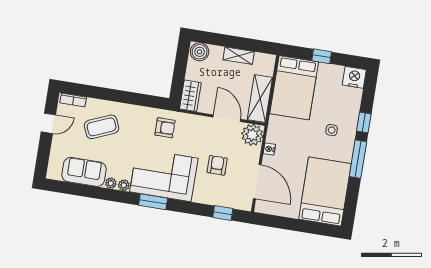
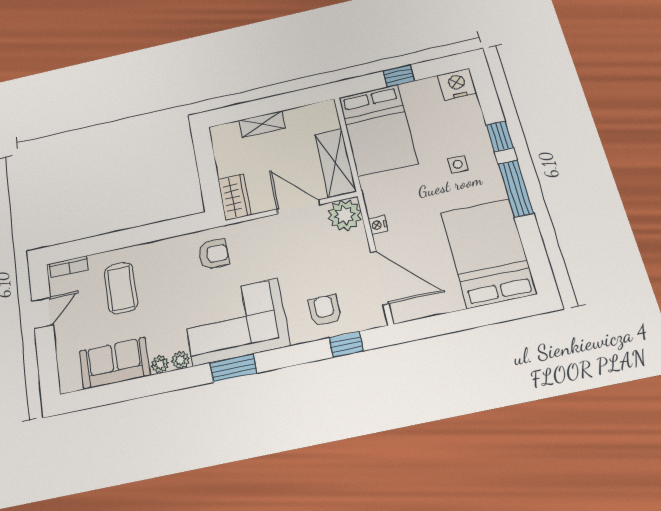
boiler: (200, 52) -> (226, 136), removed
shelving: (239, 56) -> (262, 124), moved
coffee table: (102, 127) -> (121, 288), turned -67
armchair: (217, 165) -> (325, 310), moved

